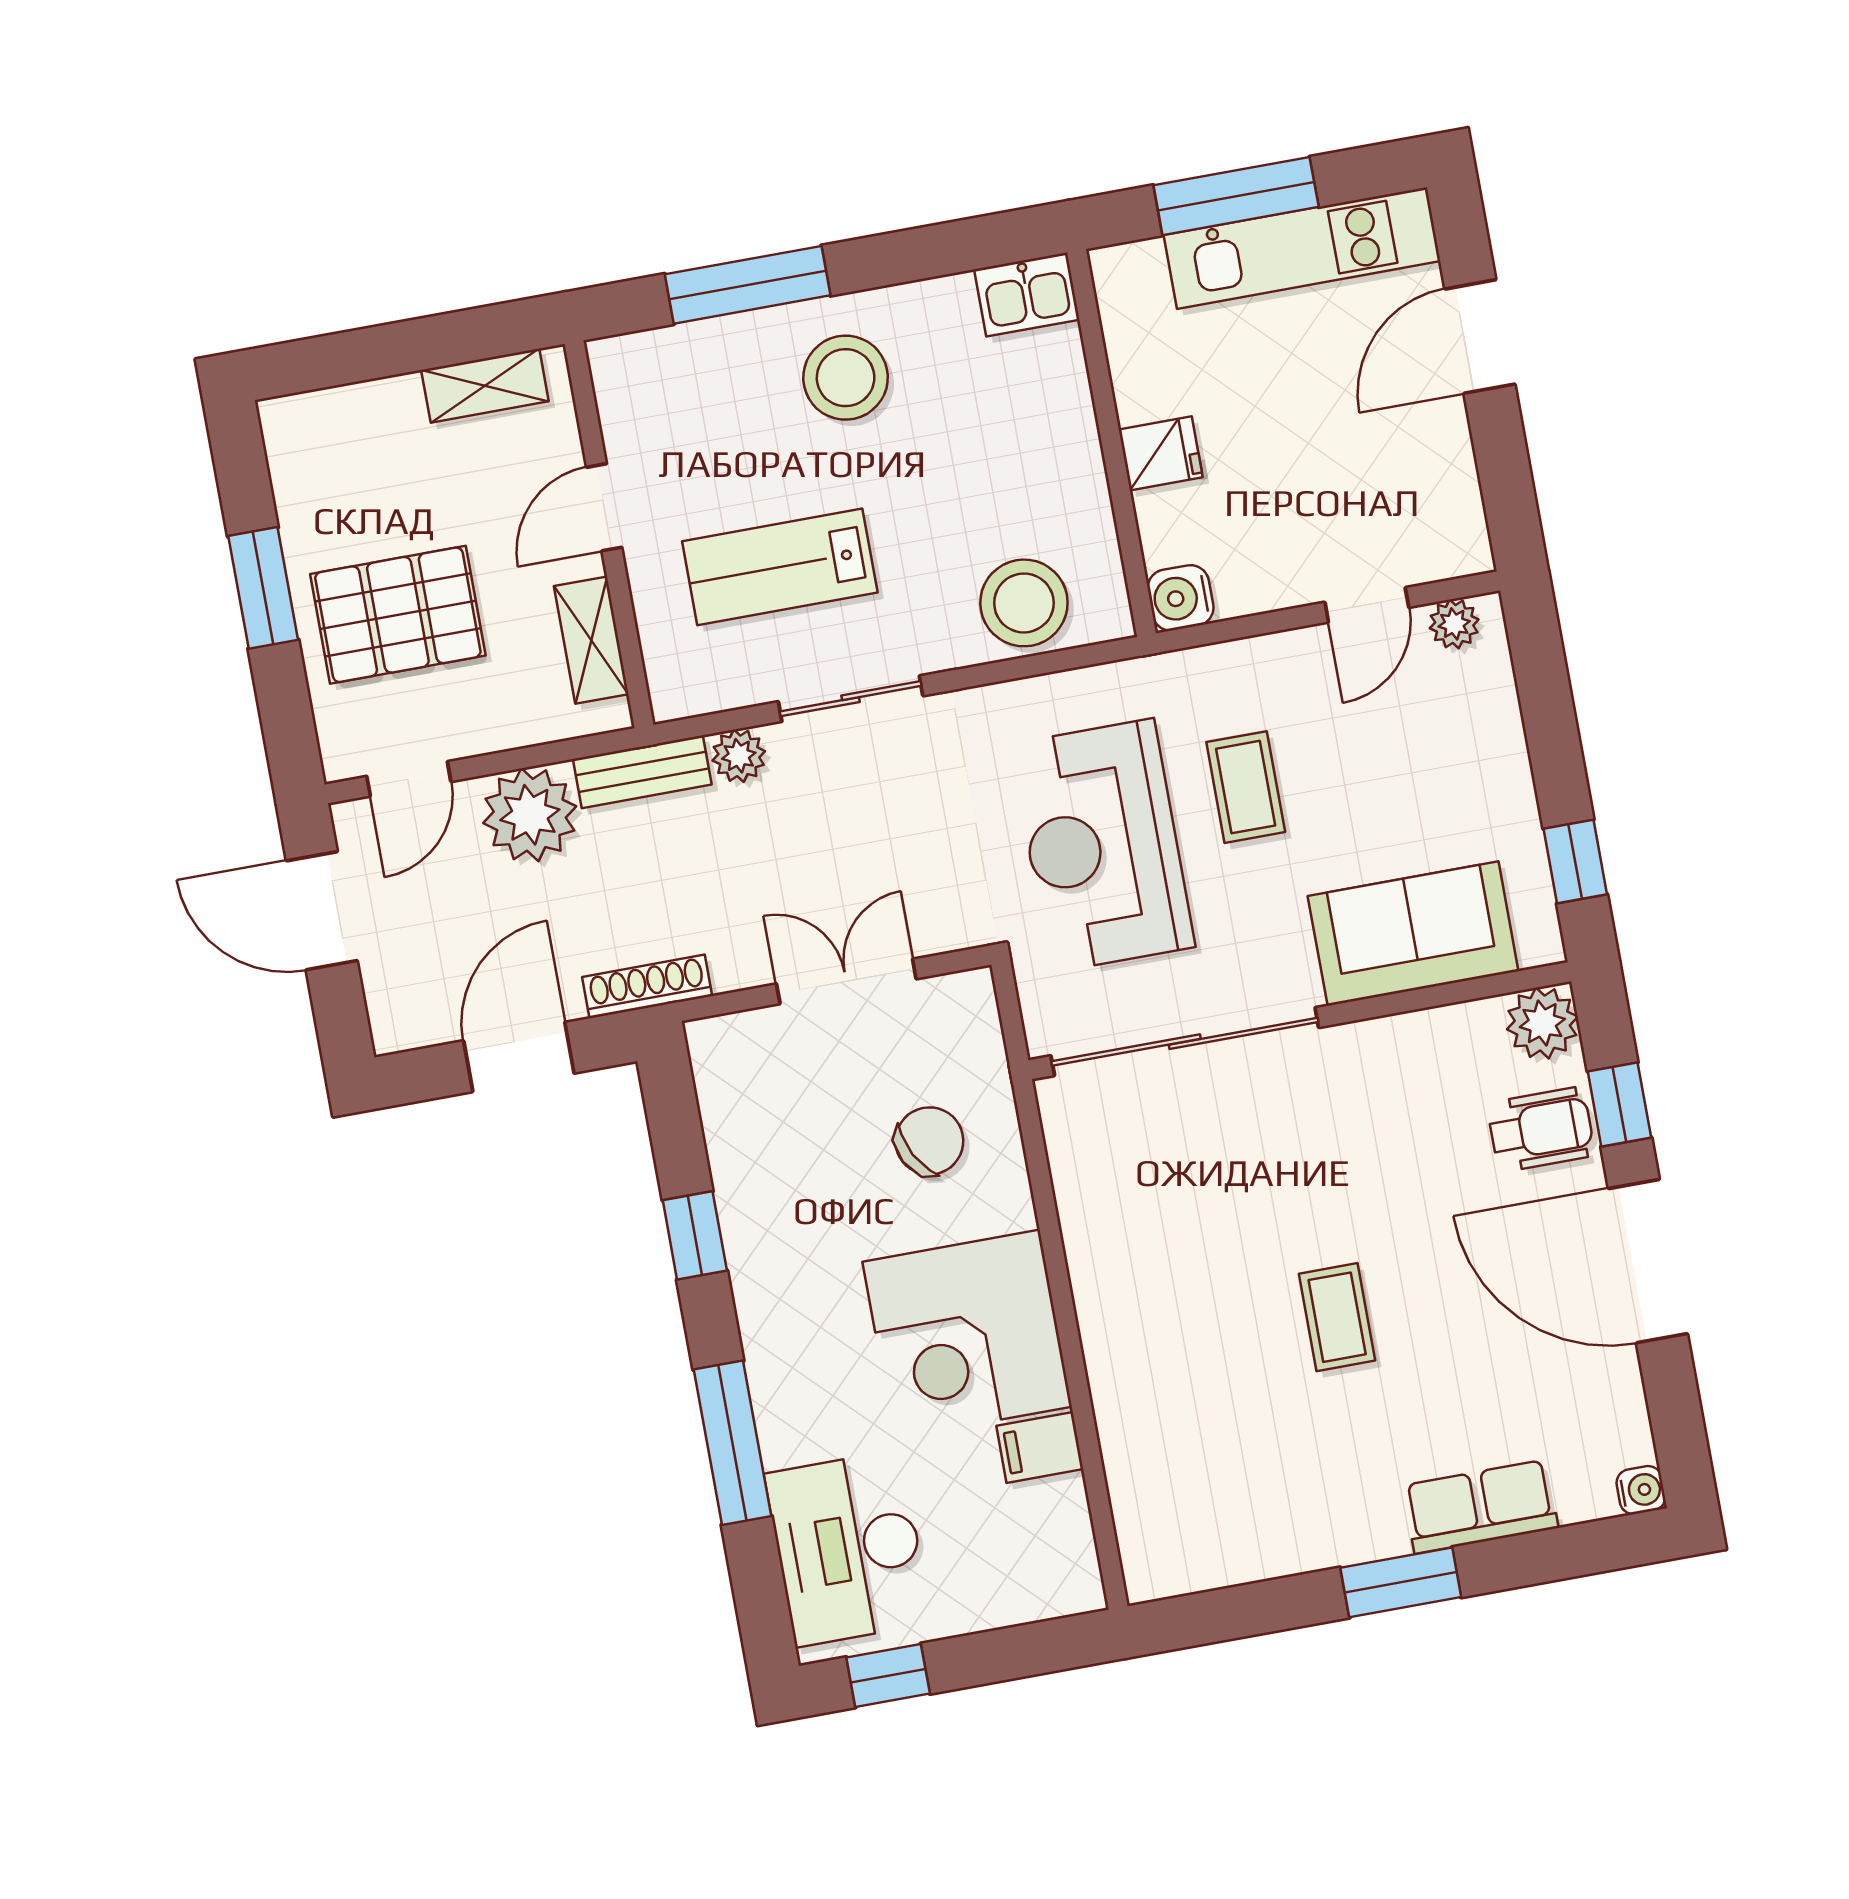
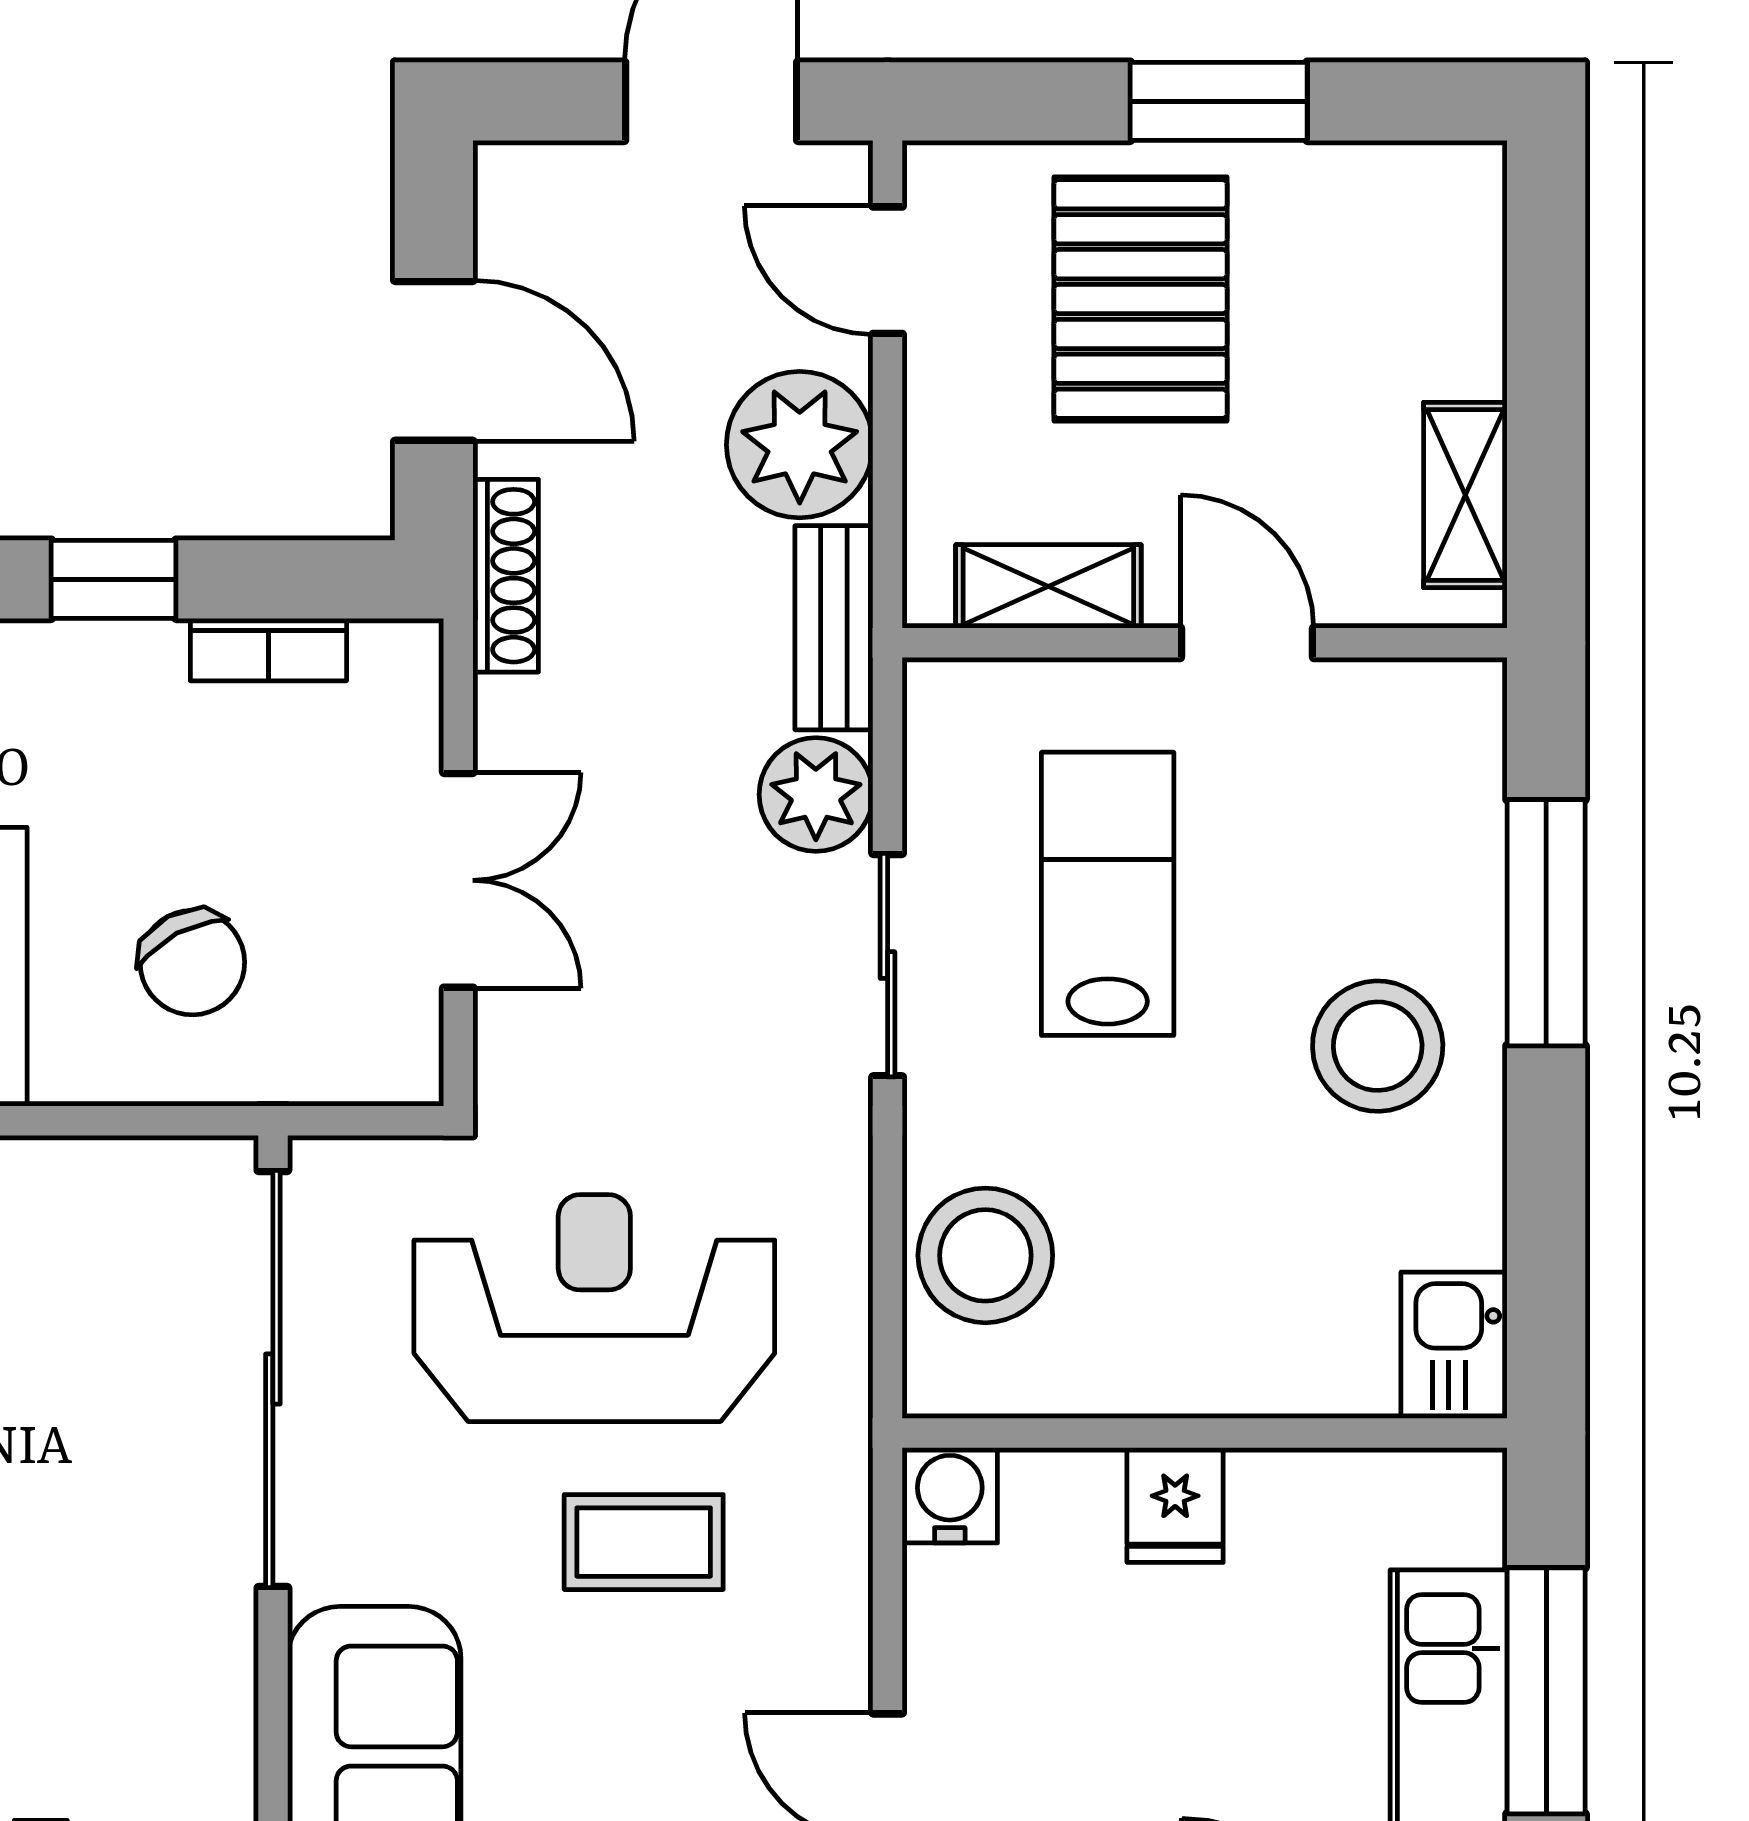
plant: (739, 756) -> (816, 795), width x1.38, depth x1.38
bookcase: (722, 1129) -> (268, 650), added

